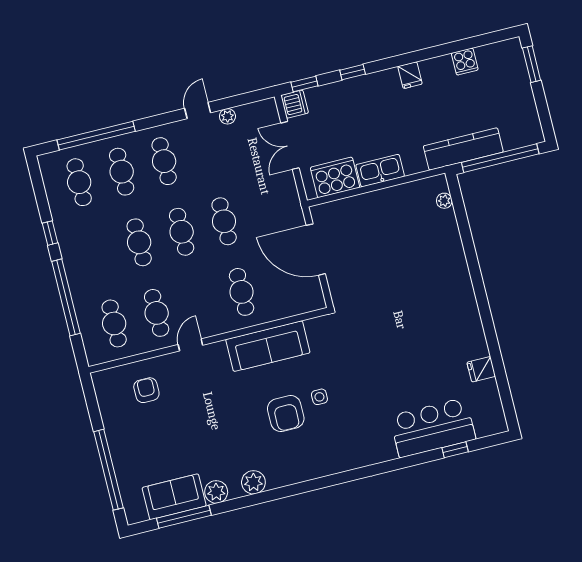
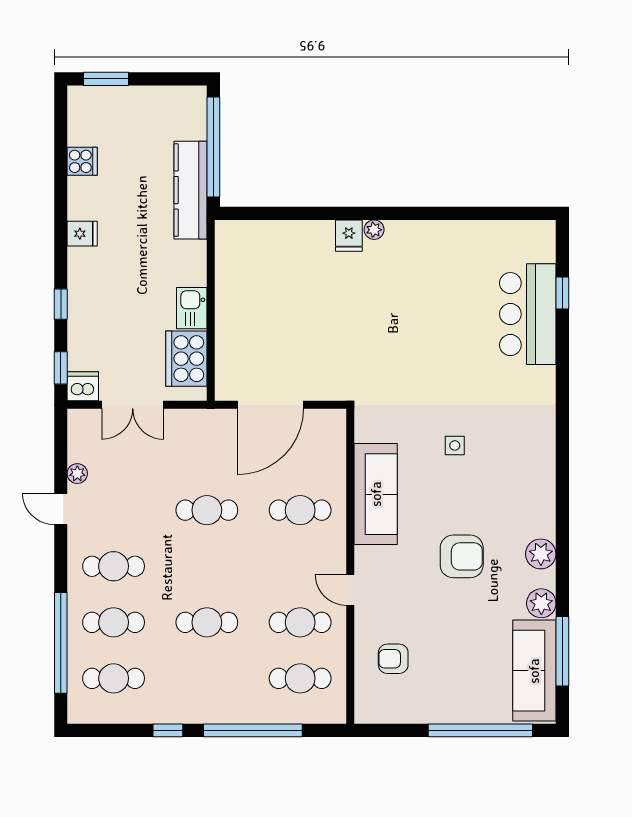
kitchen sink: (380, 171) -> (192, 308), width x0.73
plant: (444, 201) -> (374, 230), moved
cafe table: (182, 232) -> (207, 566), removed
fridge: (481, 369) -> (349, 236), moved
armchair: (286, 414) -> (462, 556), moved
sofa: (174, 497) -> (534, 671), width x1.36

